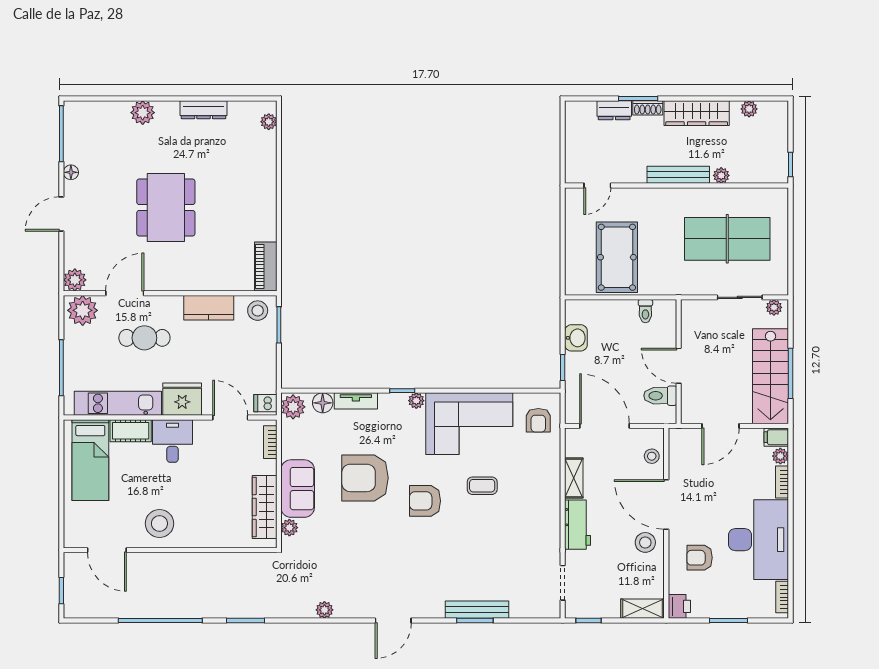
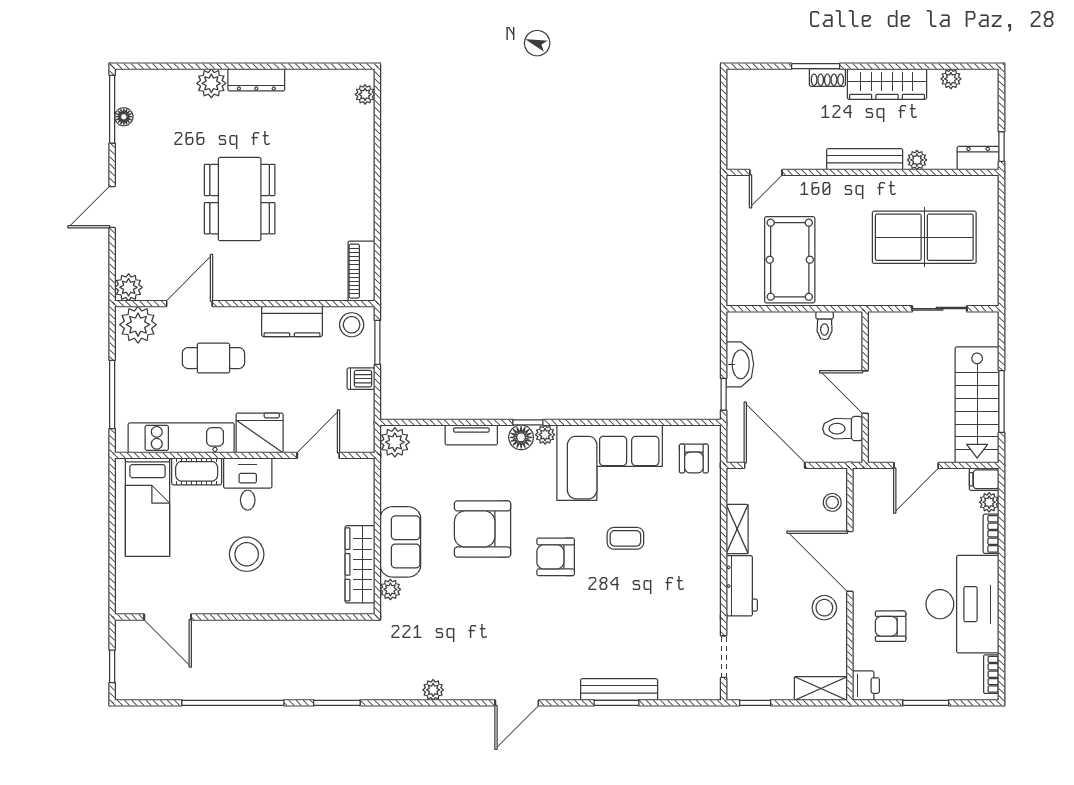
dresser: (204, 110) -> (256, 80), moved
dresser: (614, 110) -> (978, 158), moved, turned 180
floor lamp: (71, 172) -> (124, 117), moved
plant: (774, 307) -> (981, 321), removed
washbasin: (576, 338) -> (740, 364), width x1.38
dishwasher: (265, 403) -> (361, 379), moved
floor lamp: (323, 403) -> (521, 437), moved
door: (230, 418) -> (318, 455), hinge flipped
bookcase: (270, 442) -> (367, 485), removed
stool: (159, 524) -> (247, 554), moved

